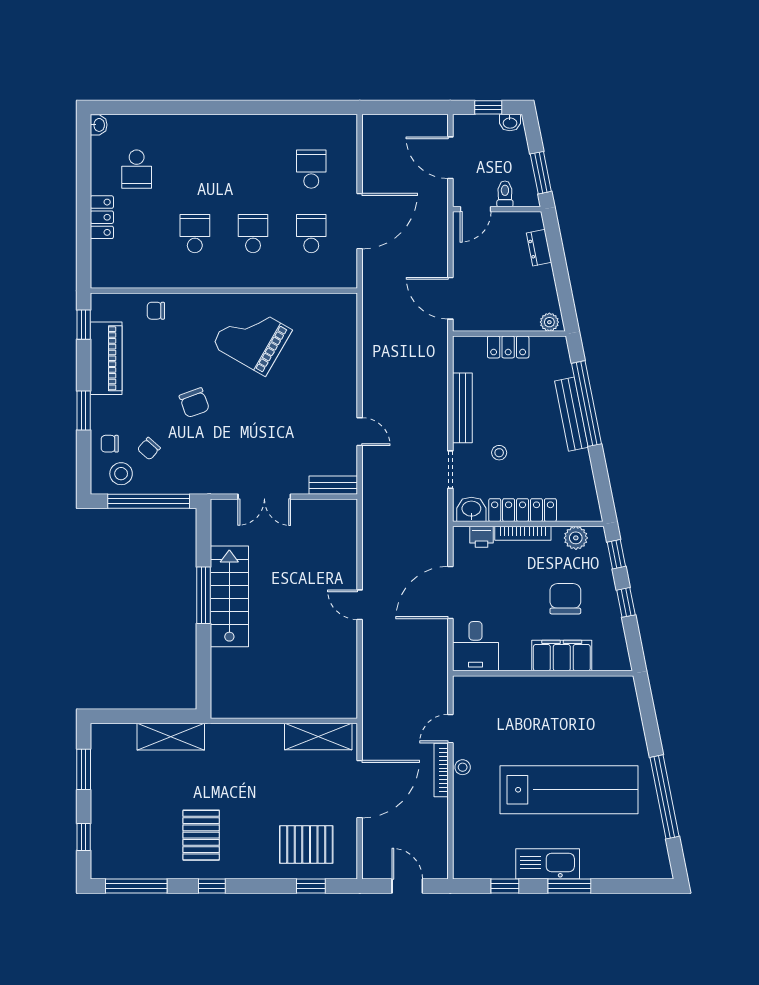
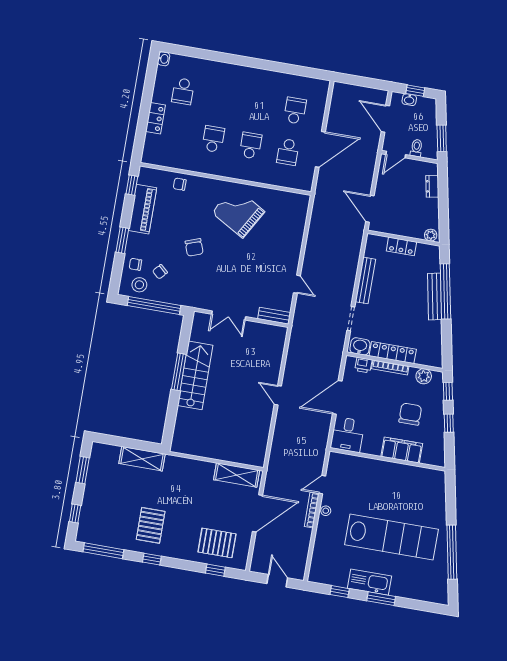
washbasin: (510, 123) -> (409, 100), moved
school desk: (311, 234) -> (288, 152), turned 180
stool: (499, 453) -> (384, 313), removed

